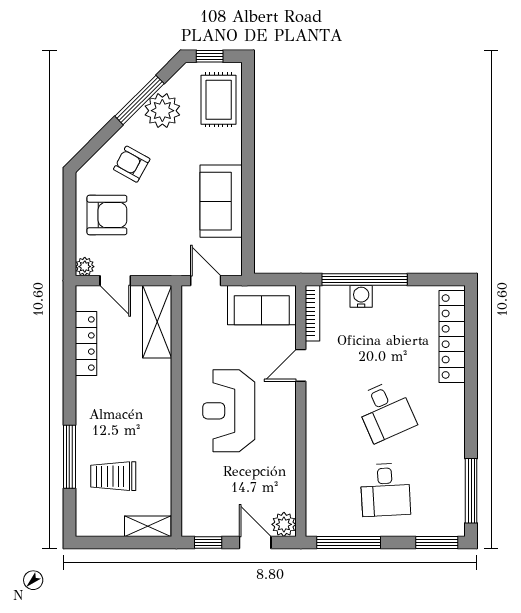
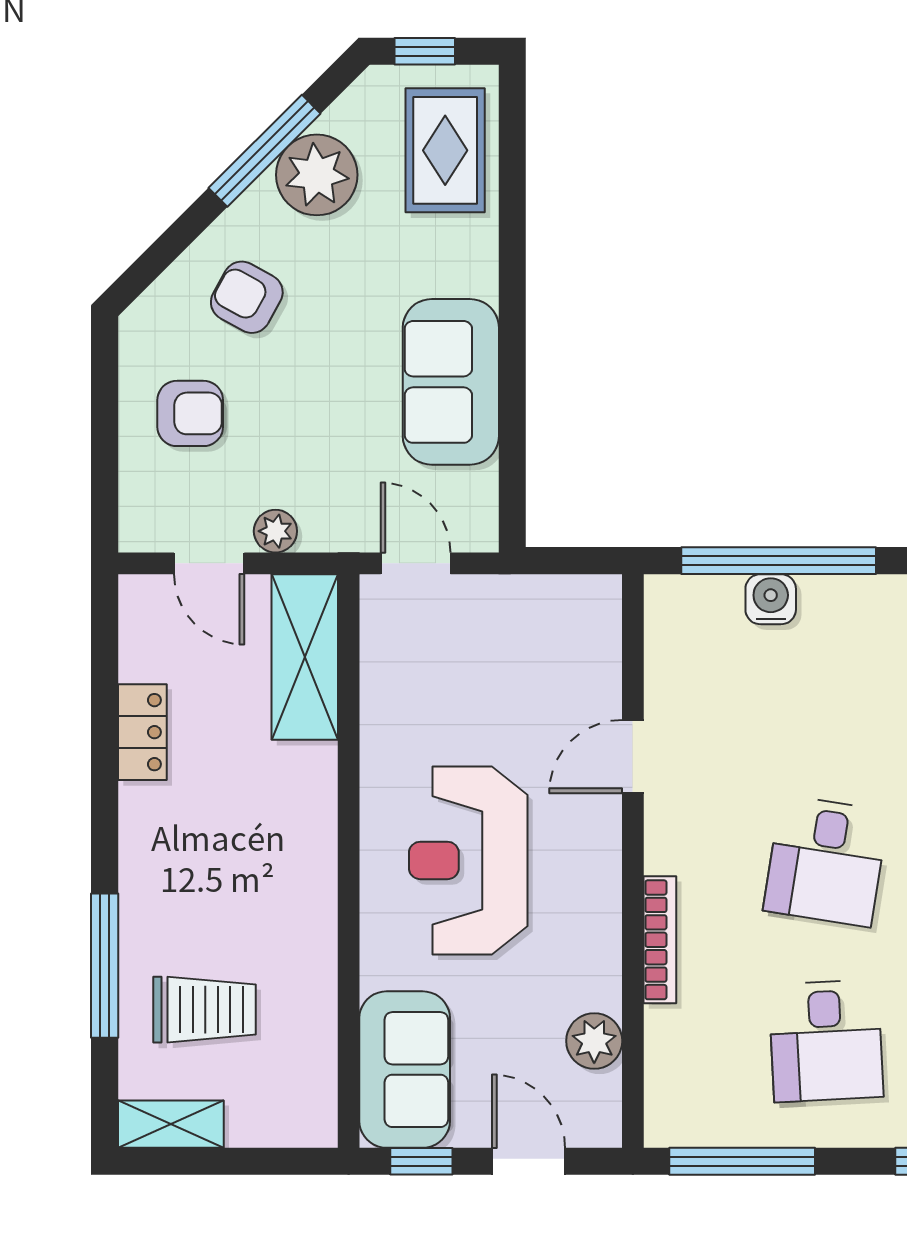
armchair: (107, 215) -> (190, 413), width x0.72, depth x0.72
plant: (85, 267) -> (275, 531), moved
sofa: (262, 305) -> (405, 1070), moved, turned -90
bookcase: (313, 313) -> (660, 940), moved
locker: (86, 343) -> (142, 732), width x0.66
desk: (385, 411) -> (826, 861), turned 33
trolley: (113, 476) -> (204, 1010), turned 180
plant: (284, 524) -> (594, 1041), moved
shelving: (148, 526) -> (171, 1124), moved

